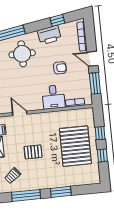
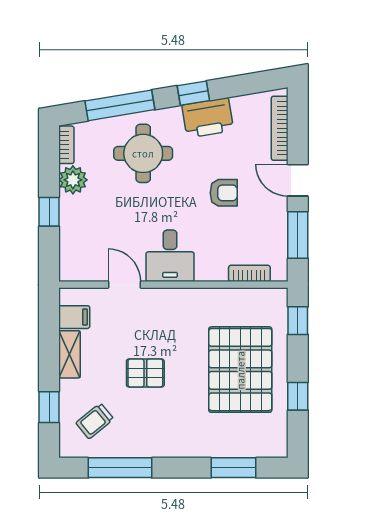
window: (57, 20) -> (193, 93), moved
desk: (53, 97) -> (170, 256), moved
window: (100, 133) -> (298, 321), moved
window: (61, 192) -> (234, 468), moved

